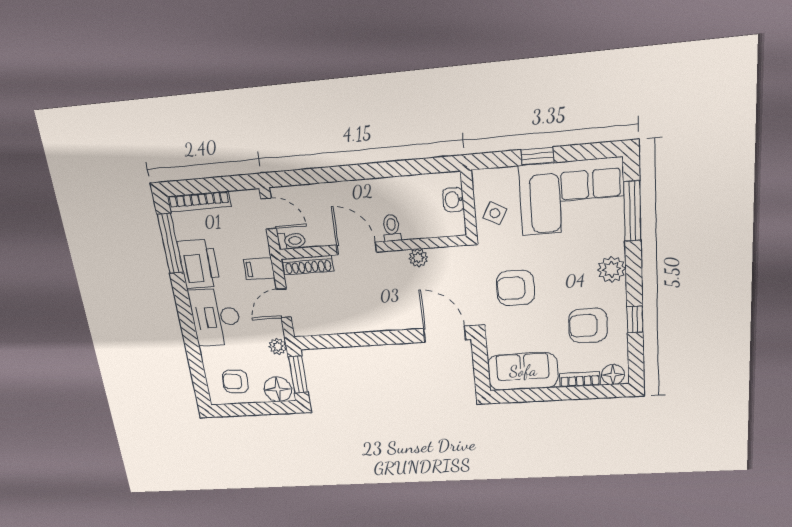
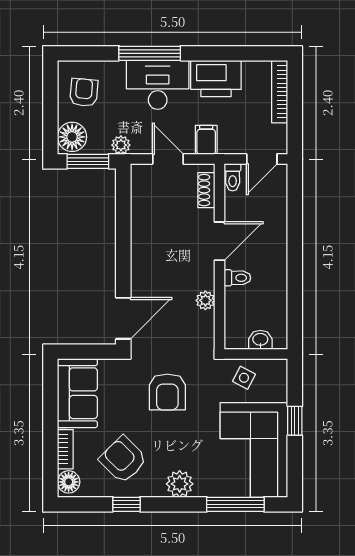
window: (170, 244) -> (150, 53), moved
shoe rack: (308, 265) -> (206, 190), width x0.70
armchair: (516, 288) -> (167, 392), turned 180
armchair: (588, 325) -> (123, 459), turned -45

